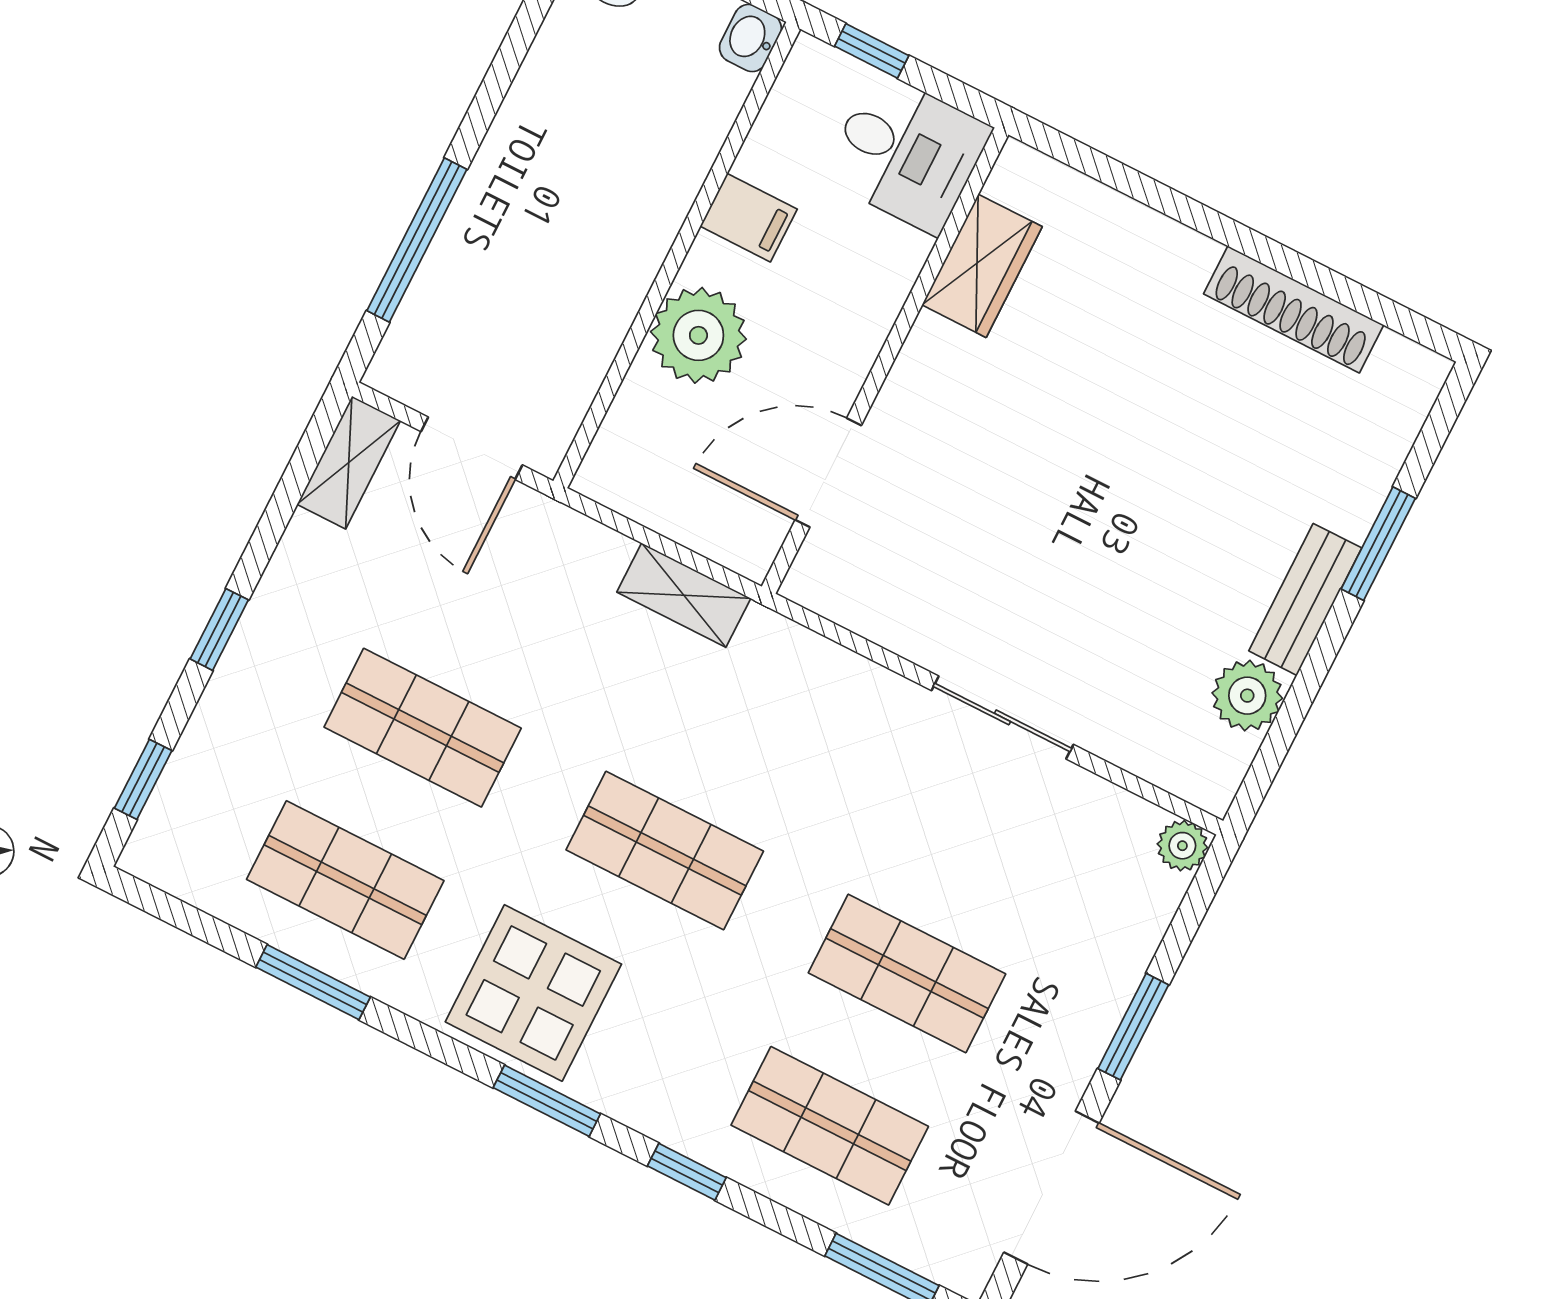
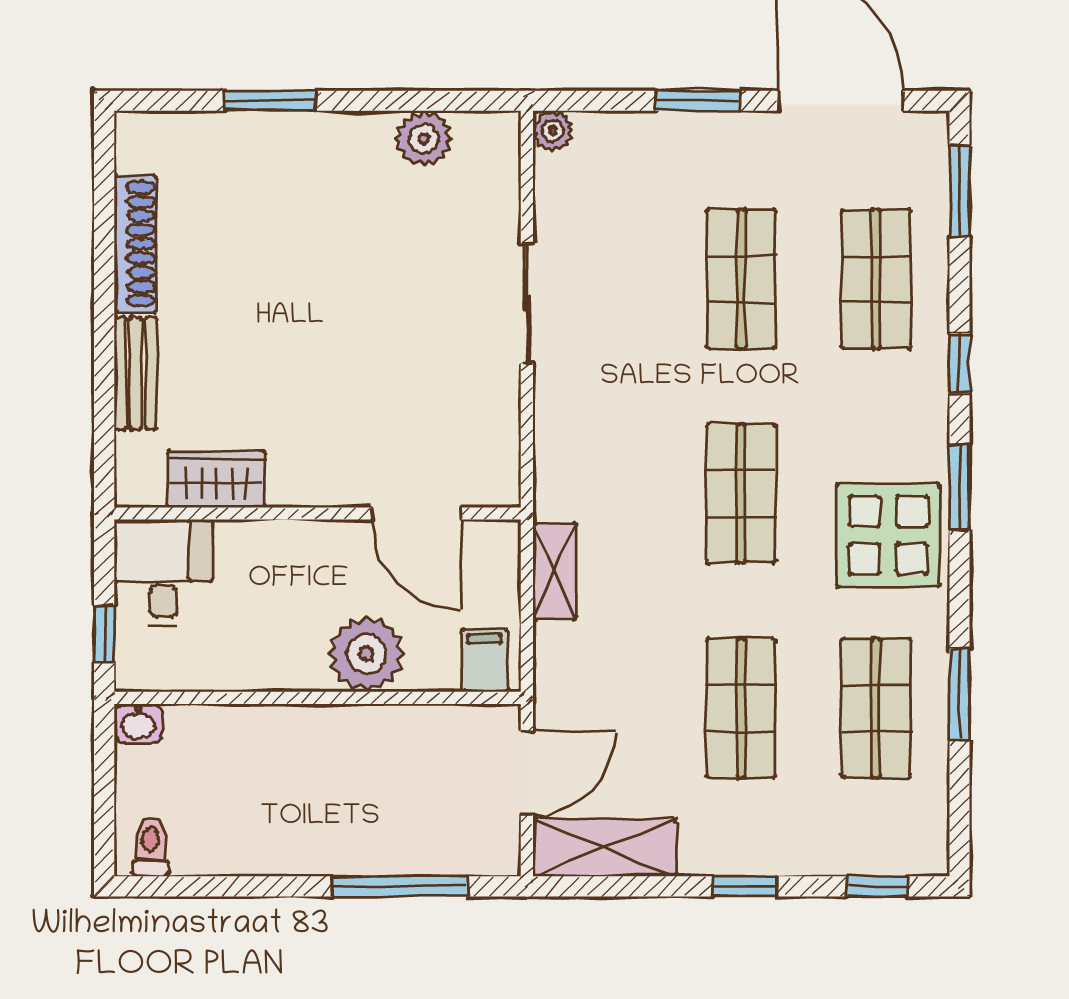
filing cabinet: (749, 218) -> (485, 661), moved
shelving: (349, 462) -> (605, 848), width x1.50, depth x1.33
bench: (1305, 599) -> (136, 374), moved, turned 90

